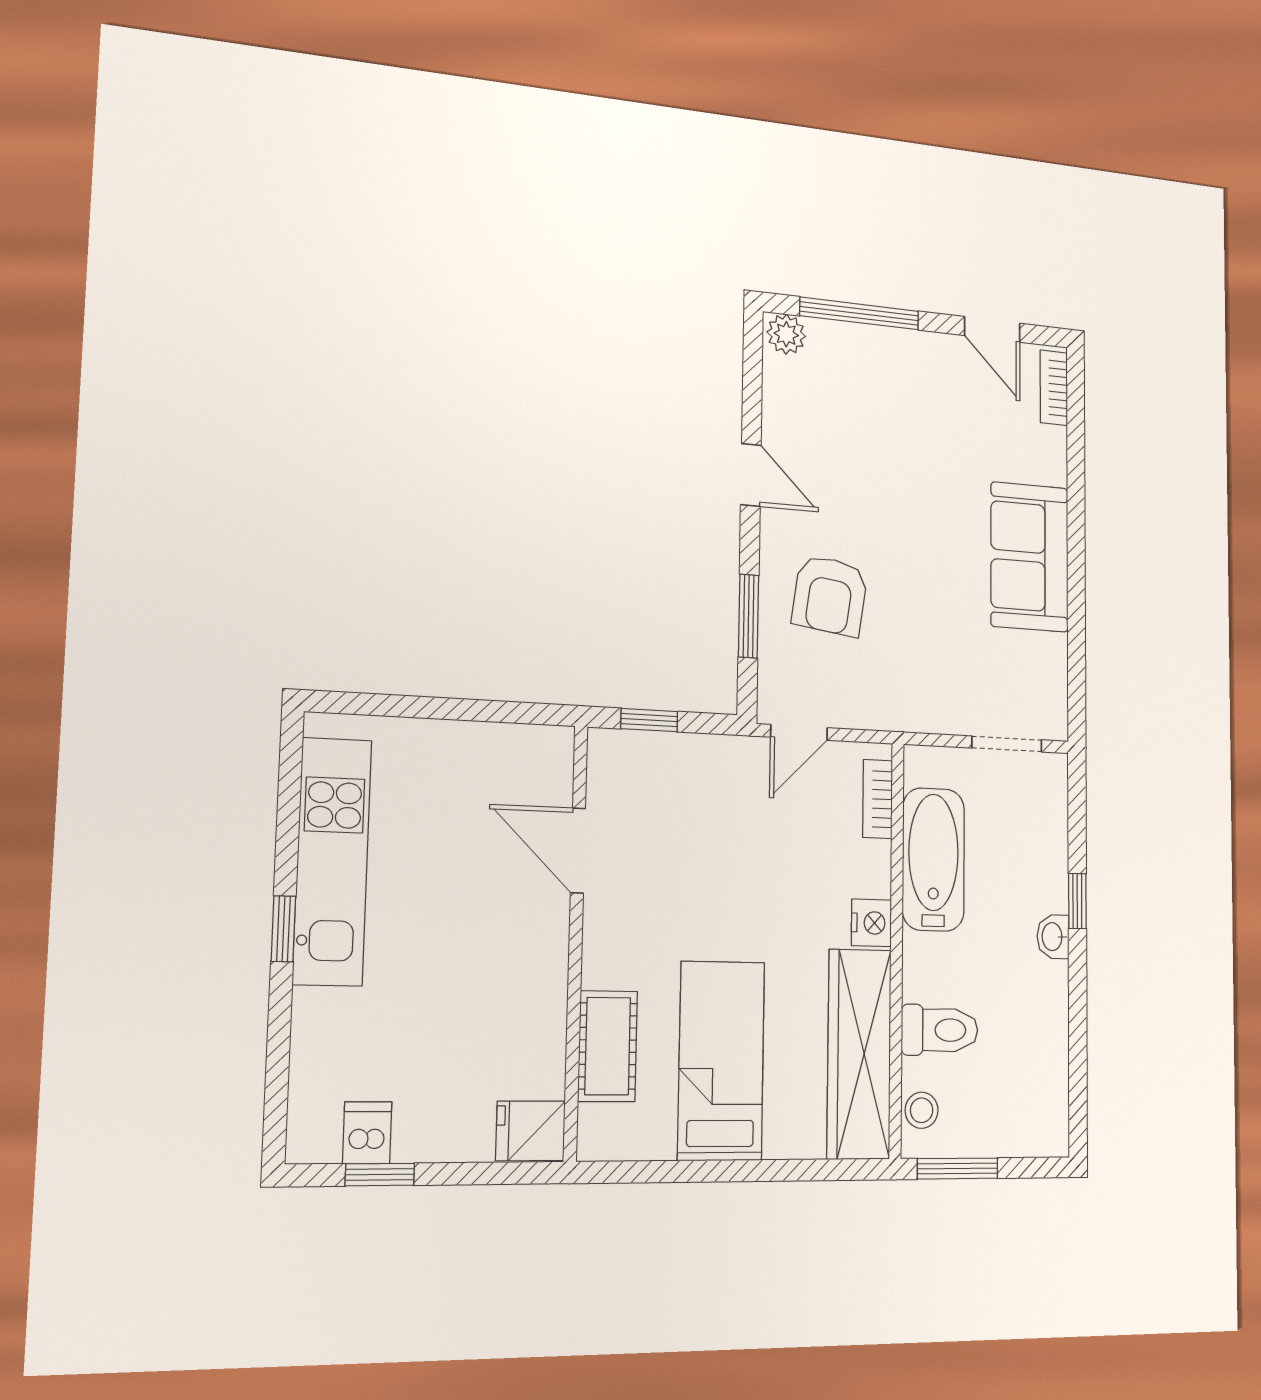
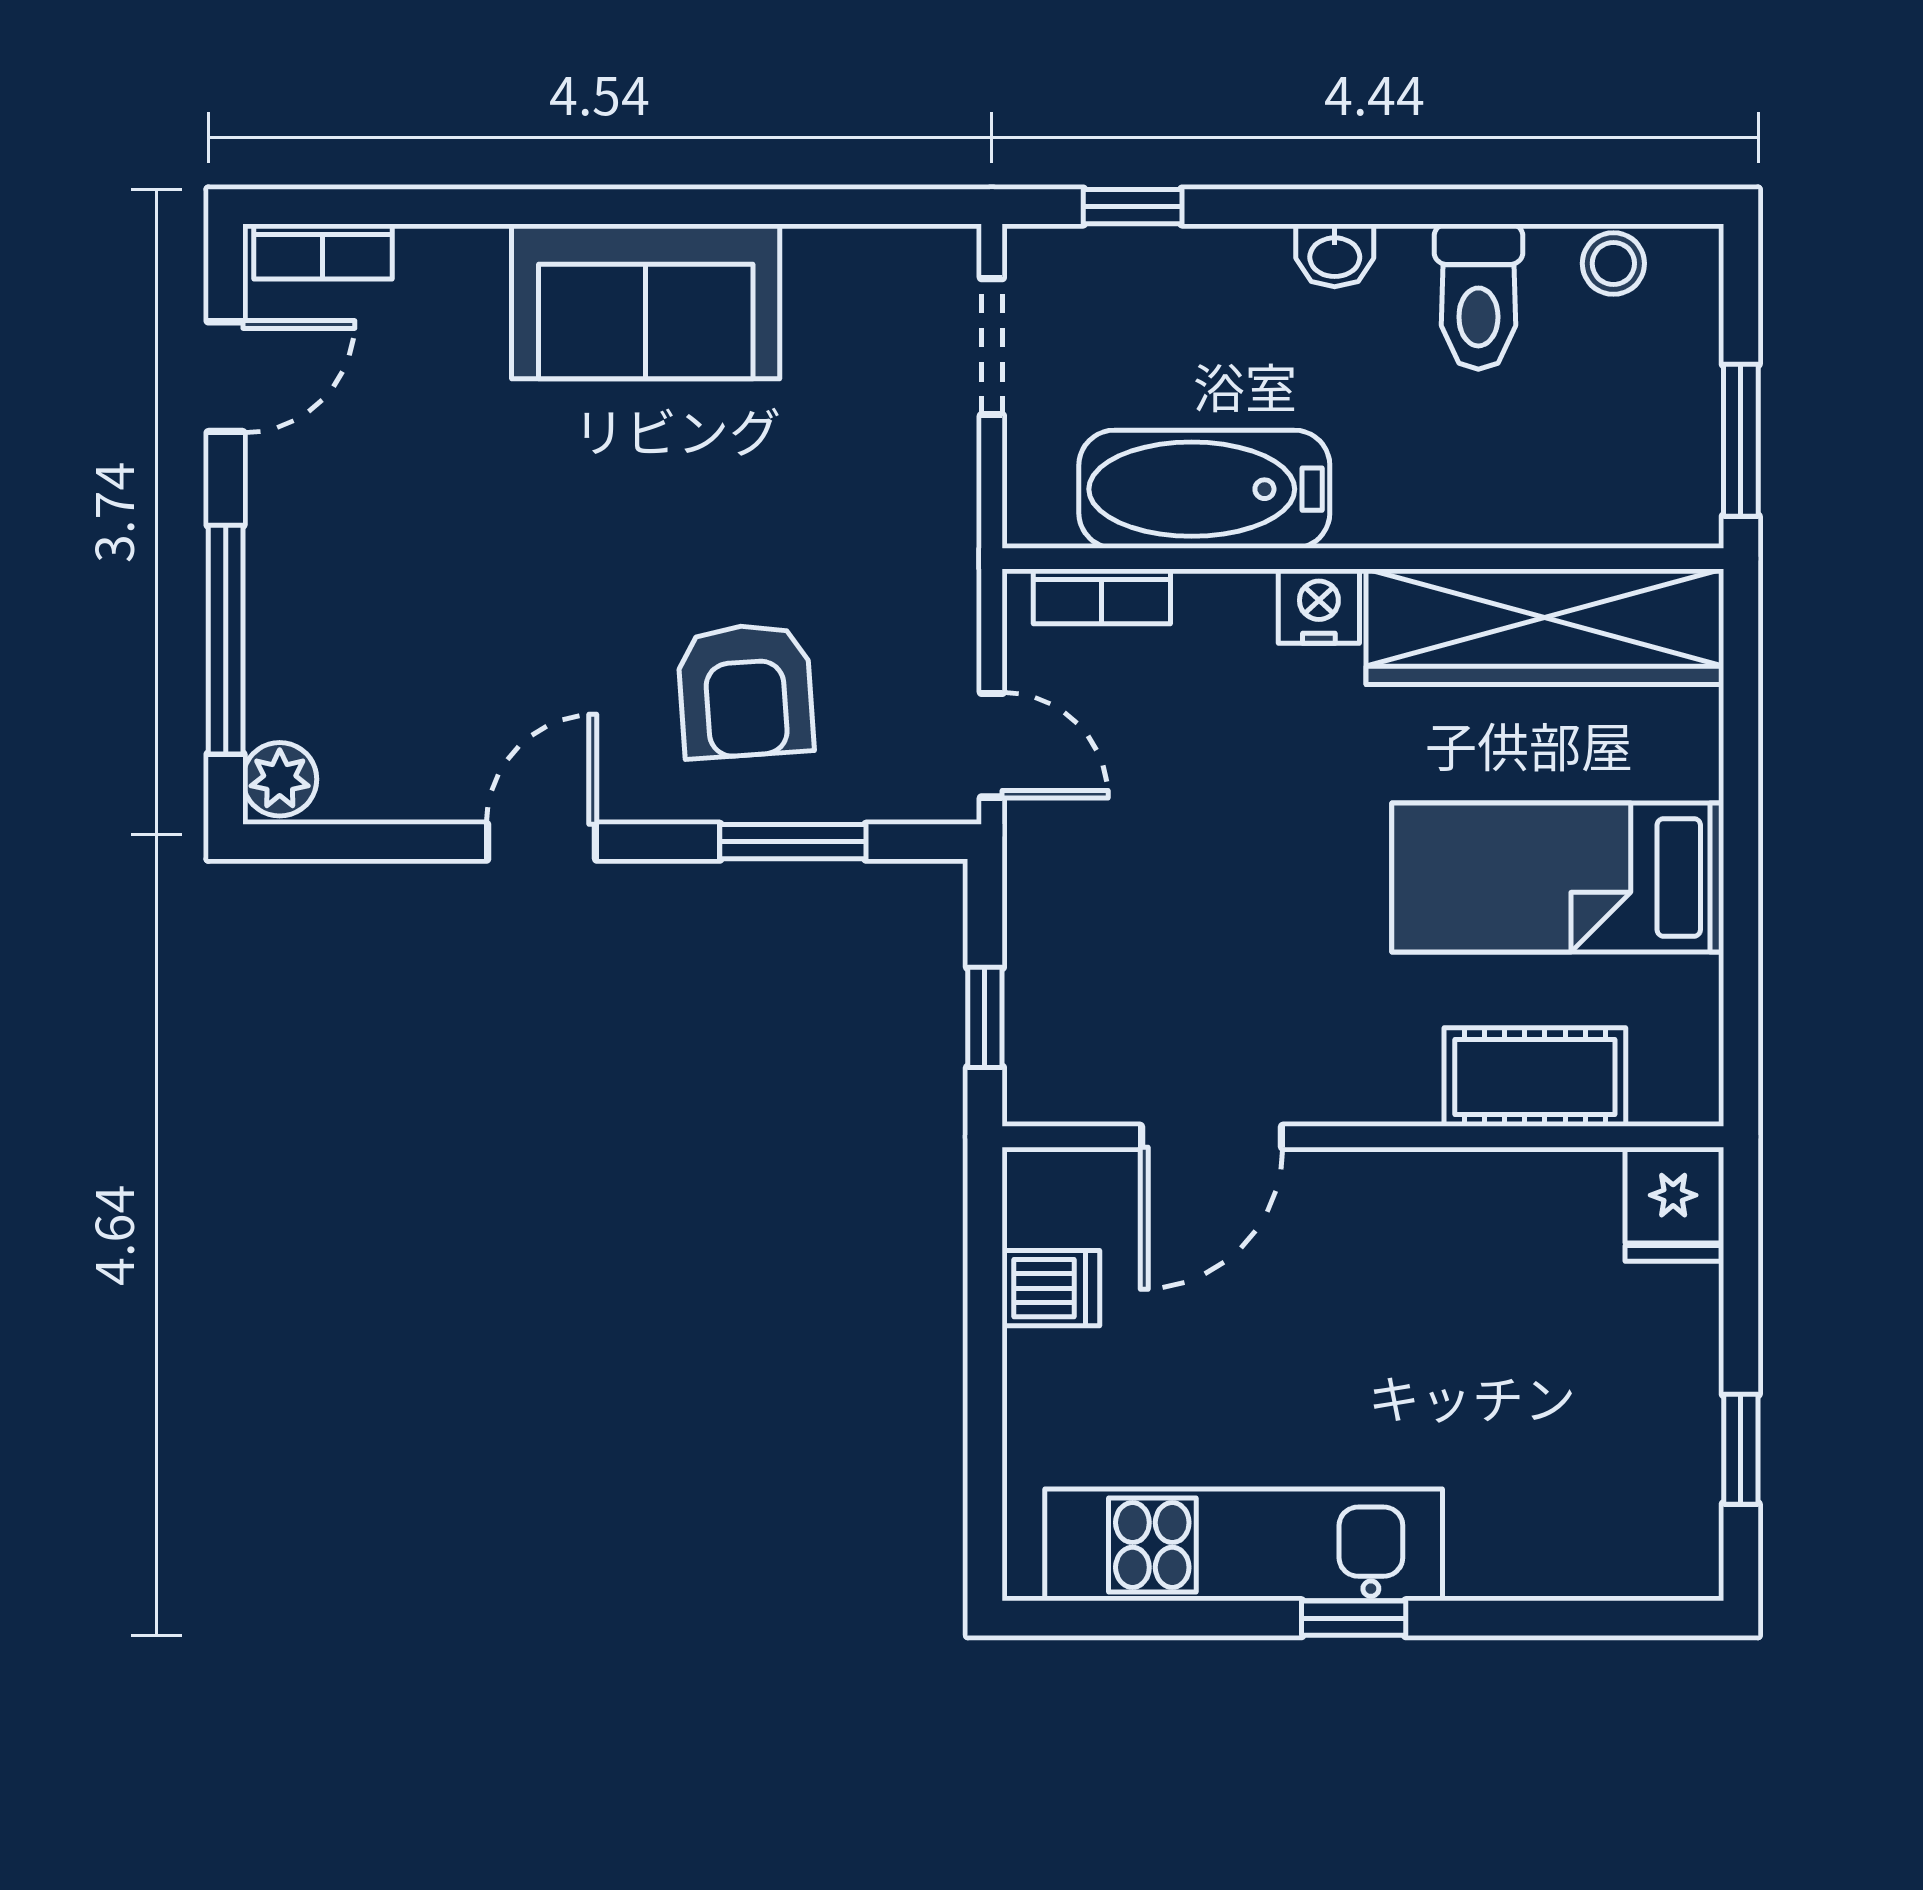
armchair: (830, 595) -> (745, 691), turned 78
window: (1077, 901) -> (1133, 207), moved
toilet: (940, 1030) -> (1478, 297), moved, turned 180
stool: (922, 1110) -> (1613, 263), moved
dishwasher: (367, 1133) -> (1051, 1288), moved, turned 180

